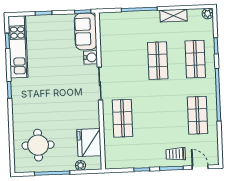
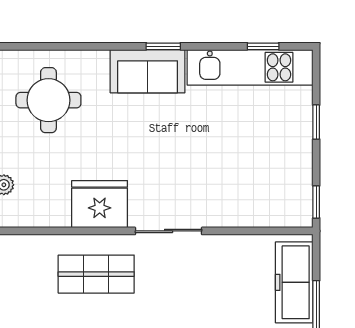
freezer: (123, 21) -> (294, 282), added
sofa: (86, 31) -> (148, 71), moved, turned 180
water cooler: (91, 57) -> (223, 214), removed
fridge: (89, 143) -> (100, 204), moved

